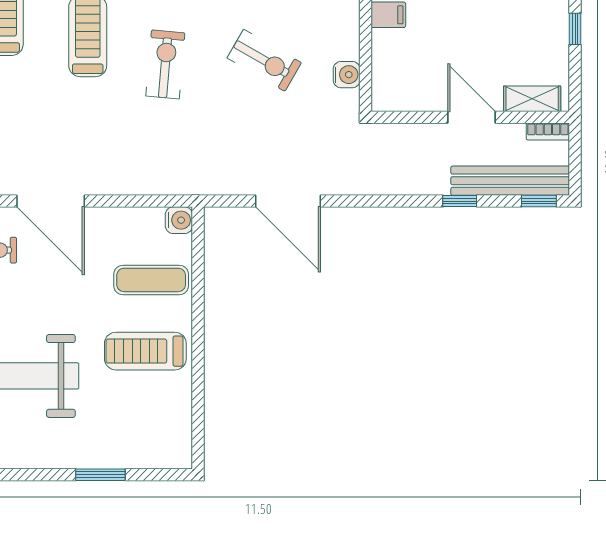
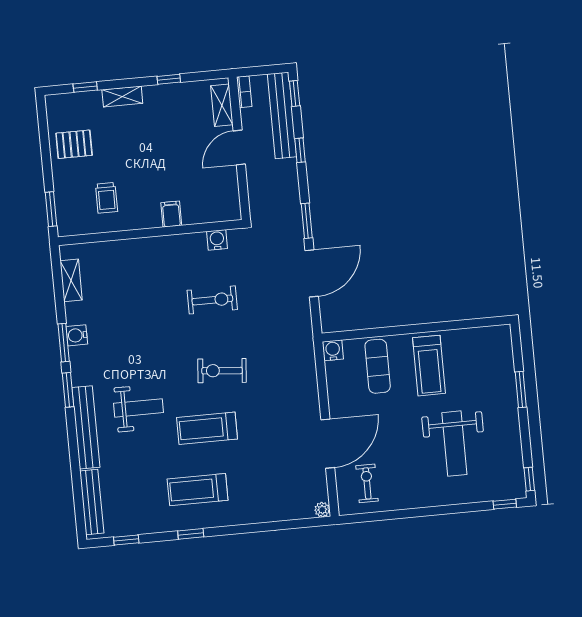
exercise bike: (264, 60) -> (212, 300), turned 60
window: (361, 201) -> (307, 221), added

